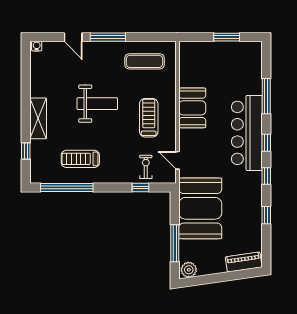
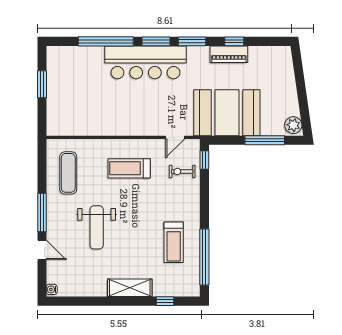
door: (73, 37) -> (42, 250), hinge flipped
window: (266, 96) -> (106, 41), width x1.46
weight bench: (97, 104) -> (97, 227), moved, turned 180
booth: (192, 108) -> (118, 121), removed
window: (266, 143) -> (156, 41), width x1.50
window: (266, 176) -> (192, 41), width x1.50
window: (140, 187) -> (204, 160), moved
piano: (244, 262) -> (229, 54), moved, turned -82

